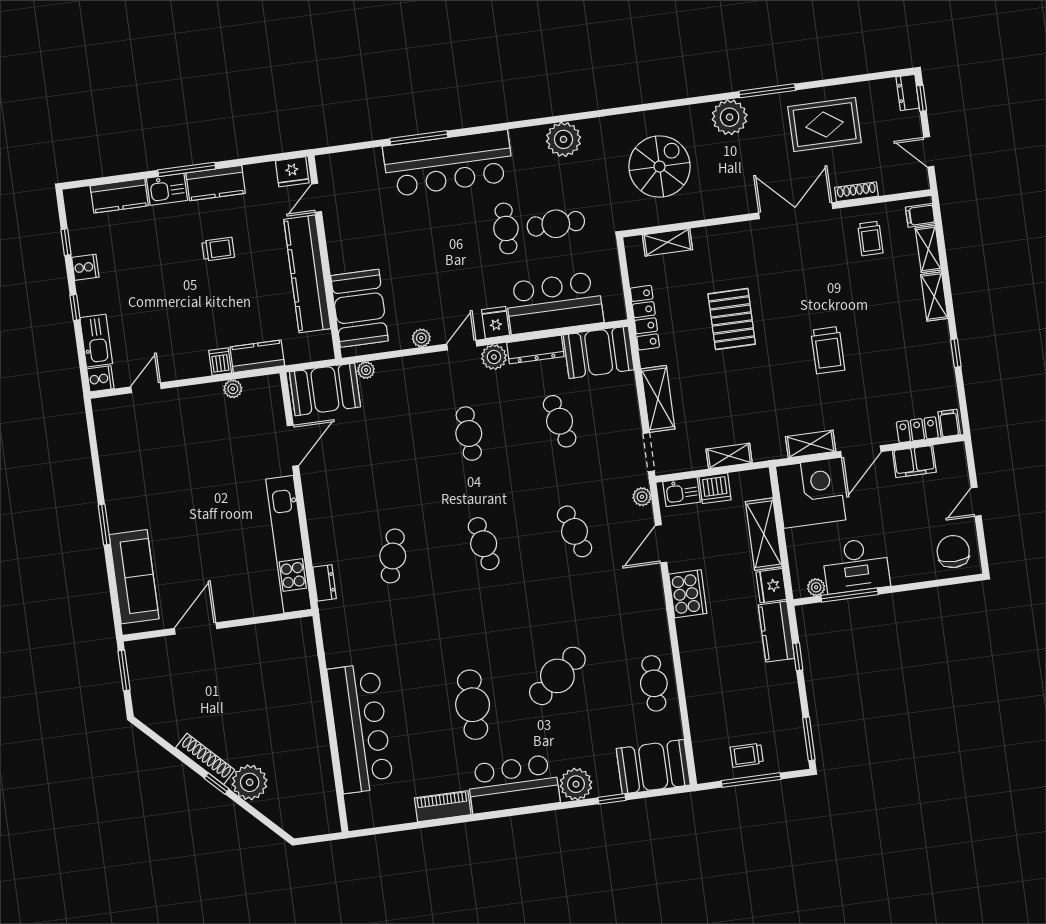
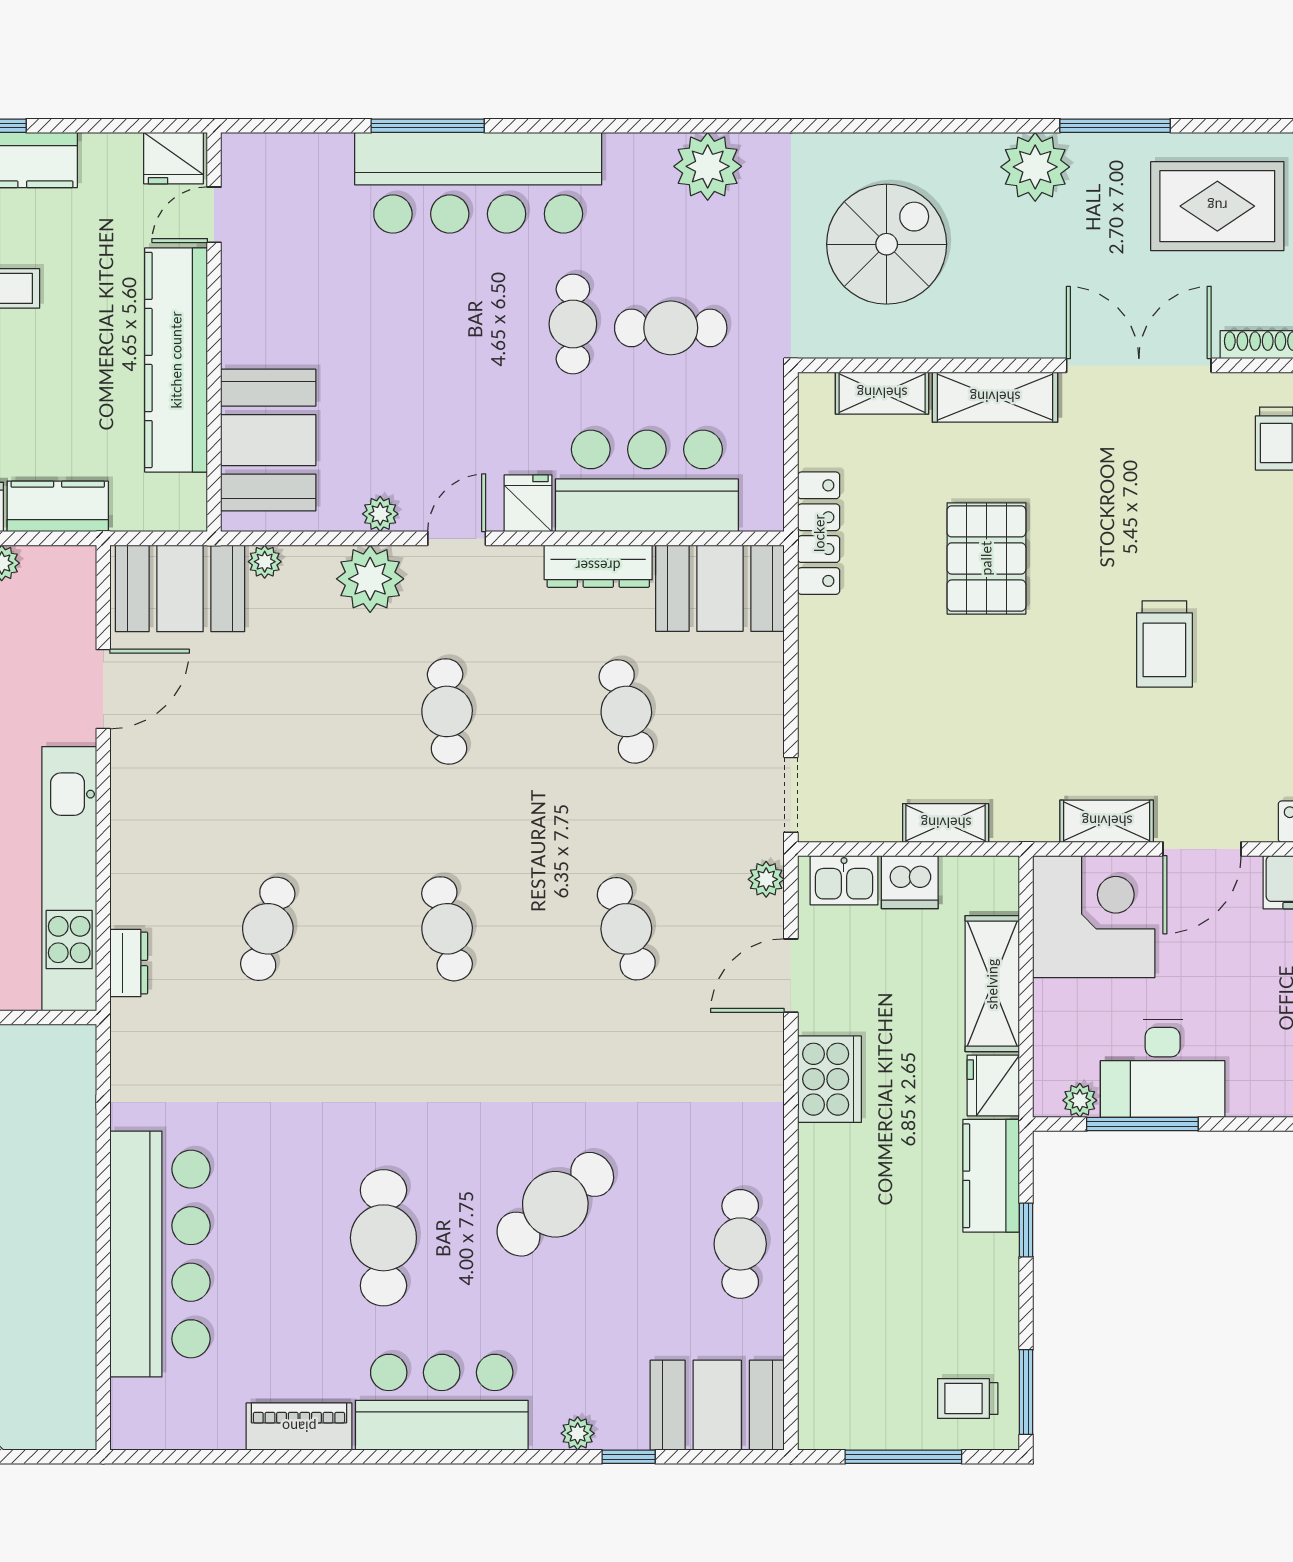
plant: (494, 357) -> (370, 579), moved, width x1.36, depth x1.36
shelving: (658, 399) -> (995, 397), moved, turned 90
trolley: (747, 755) -> (968, 1398), moved
plant: (576, 784) -> (578, 1433), width x0.53, depth x0.53

